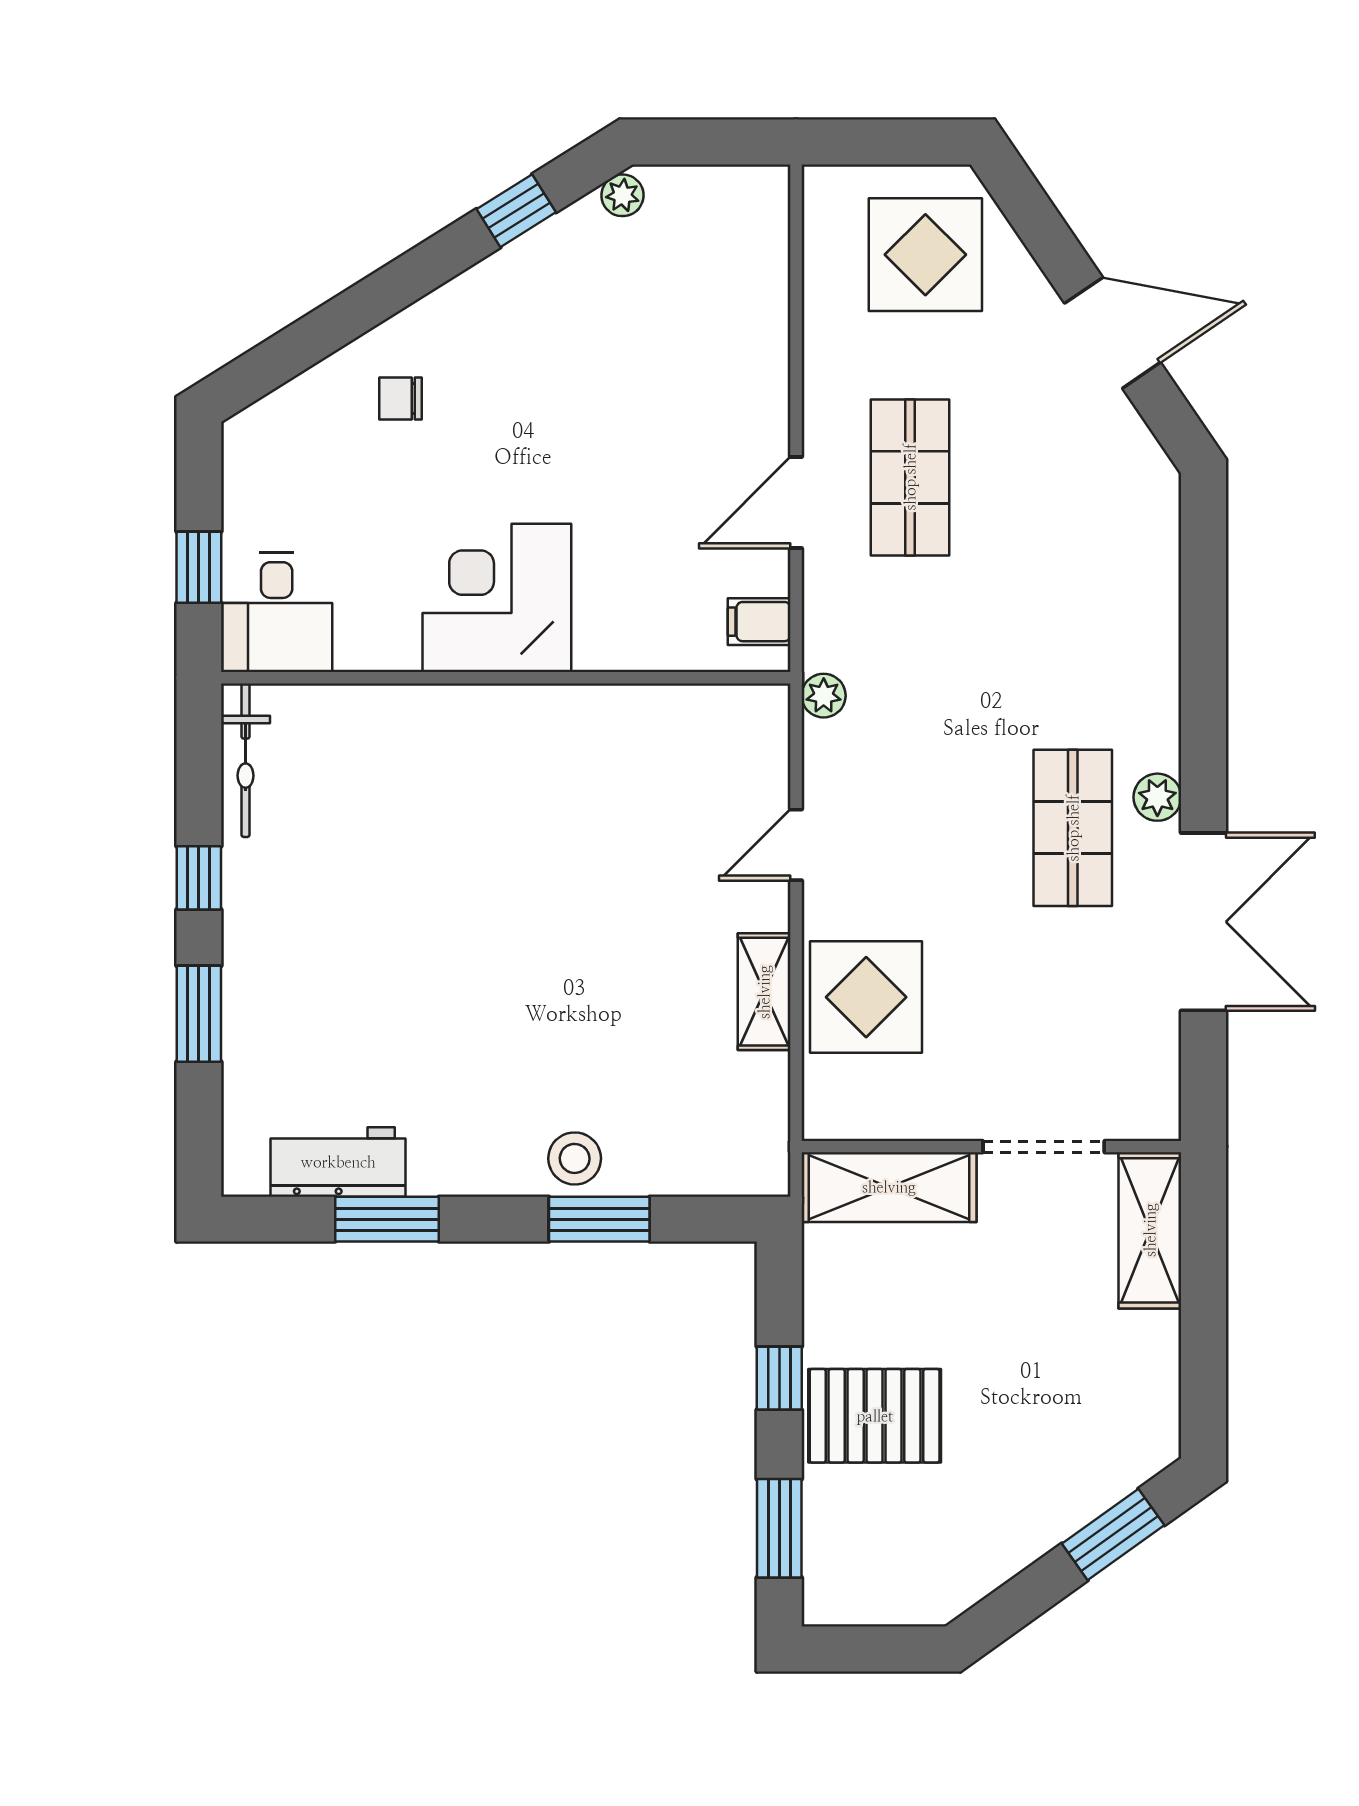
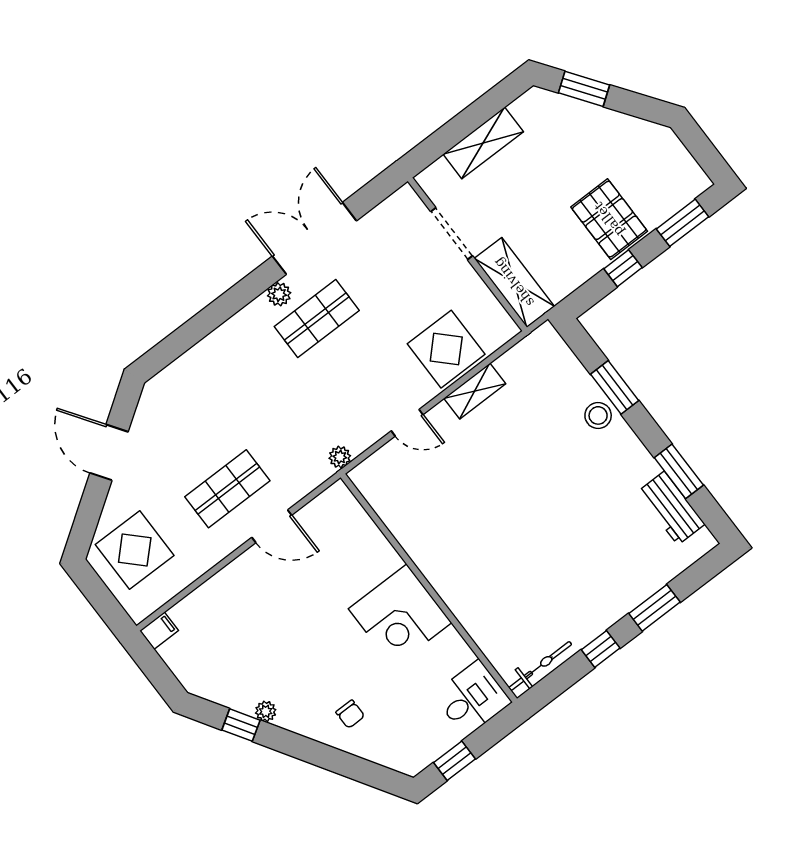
plant: (622, 195) -> (266, 711), moved
window: (199, 567) -> (455, 761), moved
filing cabinet: (759, 622) -> (159, 631), moved, turned -90
shelving: (1150, 1230) -> (483, 143), moved

